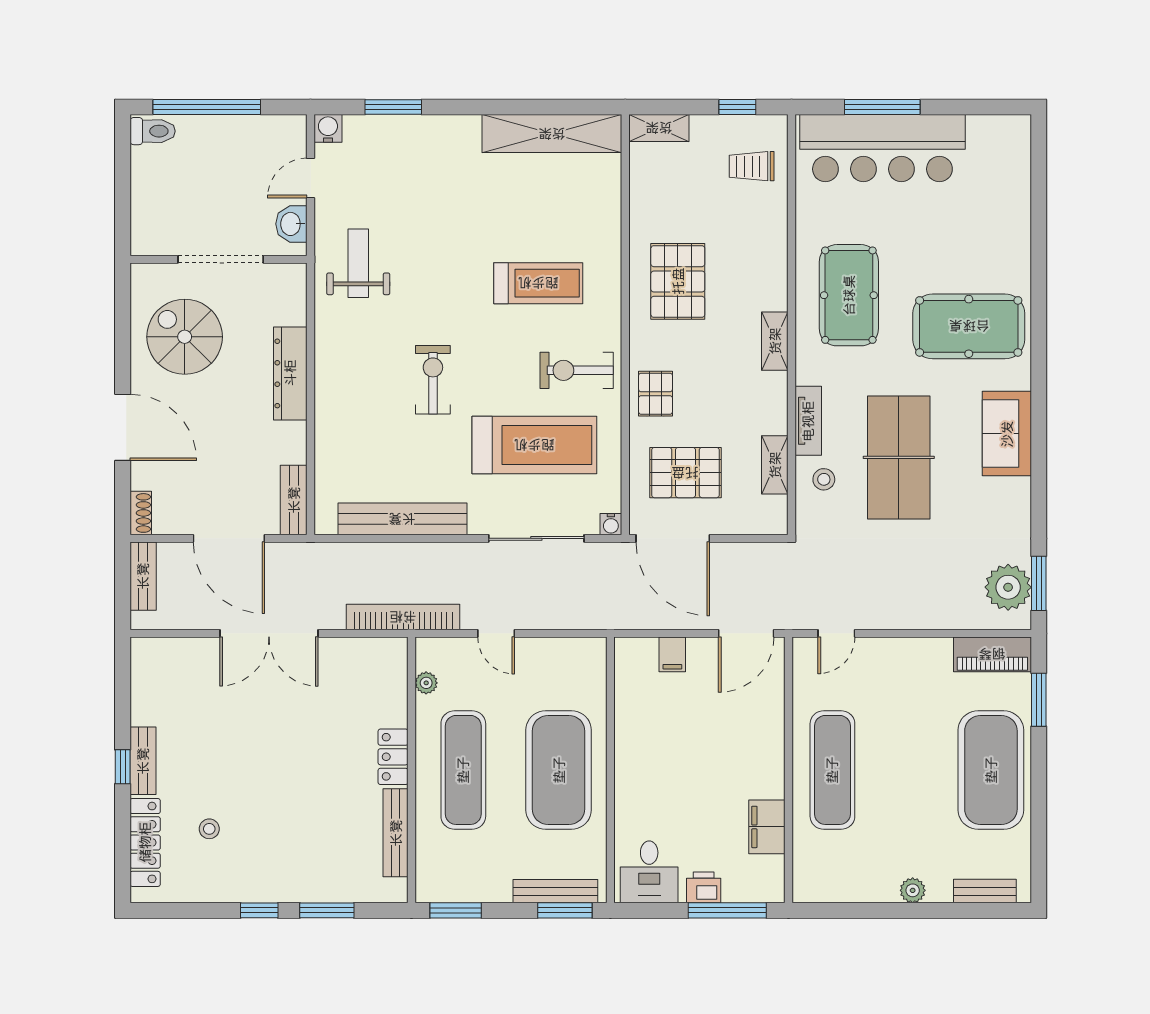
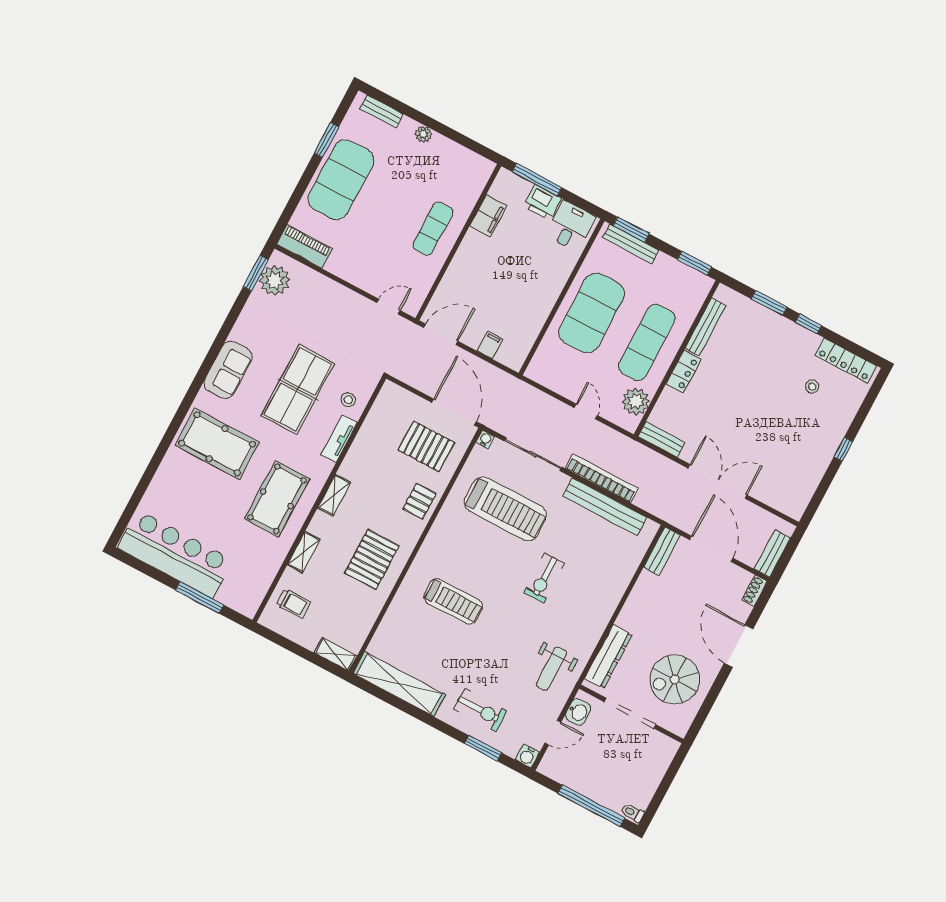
window: (737, 107) -> (284, 642), removed
toilet: (153, 131) -> (632, 813), width x0.73, depth x0.72
bar counter: (882, 148) -> (175, 554), moved
treadmill: (538, 283) -> (453, 601), turned 180
spiral stairs: (185, 337) -> (675, 679), turned 90
exercise bike: (577, 370) -> (480, 710), moved
dresser: (290, 373) -> (608, 657), moved
treadmill: (534, 445) -> (505, 509), turned 180
shelving: (775, 465) -> (304, 552), moved
bookcase: (403, 617) -> (602, 478), moved, turned 180
plant: (426, 683) -> (636, 401), width x1.88, depth x1.88
window: (1039, 700) -> (327, 140), moved
bench: (143, 761) -> (662, 439), moved, turned 90
exercise mat: (832, 770) -> (433, 229), width x0.73, depth x0.69
locker: (145, 842) -> (846, 360), moved, turned -90
printer: (704, 887) -> (543, 202), width x1.36, depth x1.24

